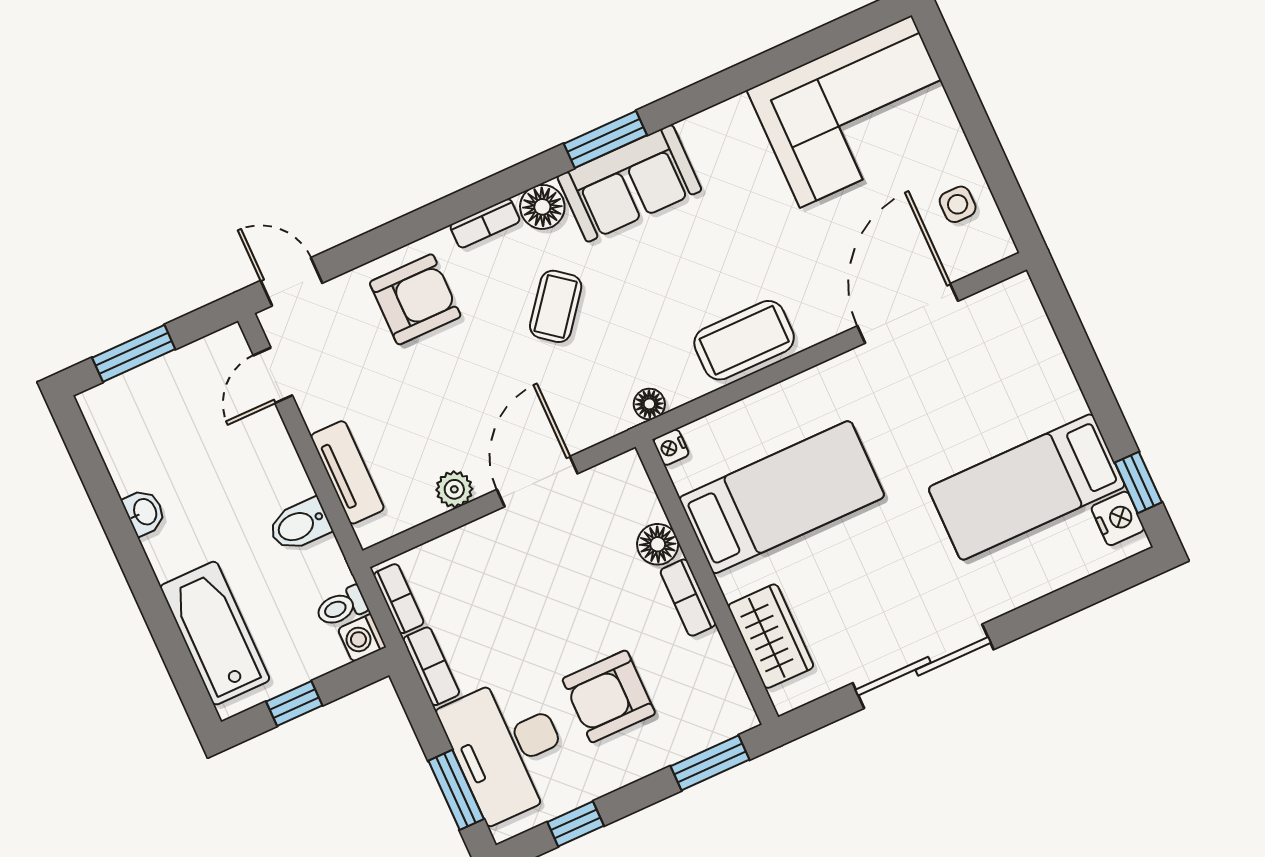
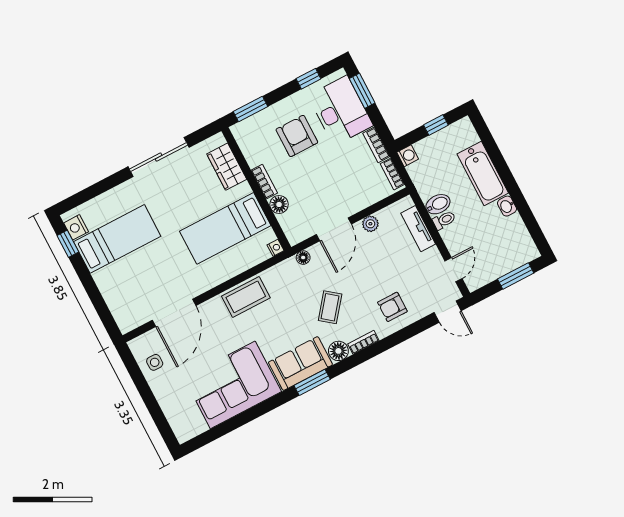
corner sofa: (856, 112) -> (233, 385), moved
armchair: (415, 299) -> (392, 307), width x0.72, depth x0.72
floor lamp: (649, 404) -> (303, 258), moved
toilet: (341, 607) -> (444, 220), moved
bathtub: (215, 633) -> (483, 173), moved
armchair: (609, 696) -> (297, 136), turned -90

